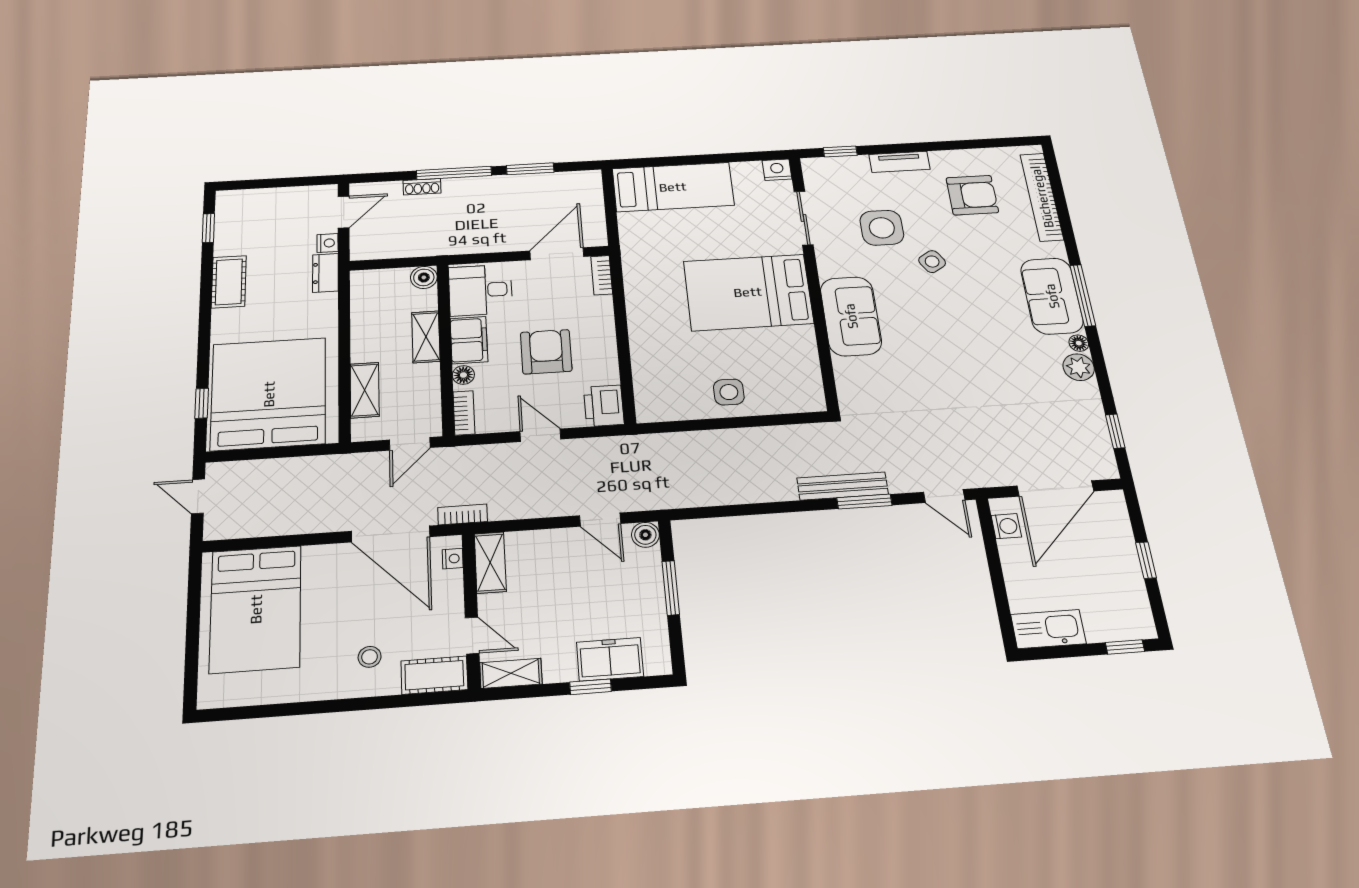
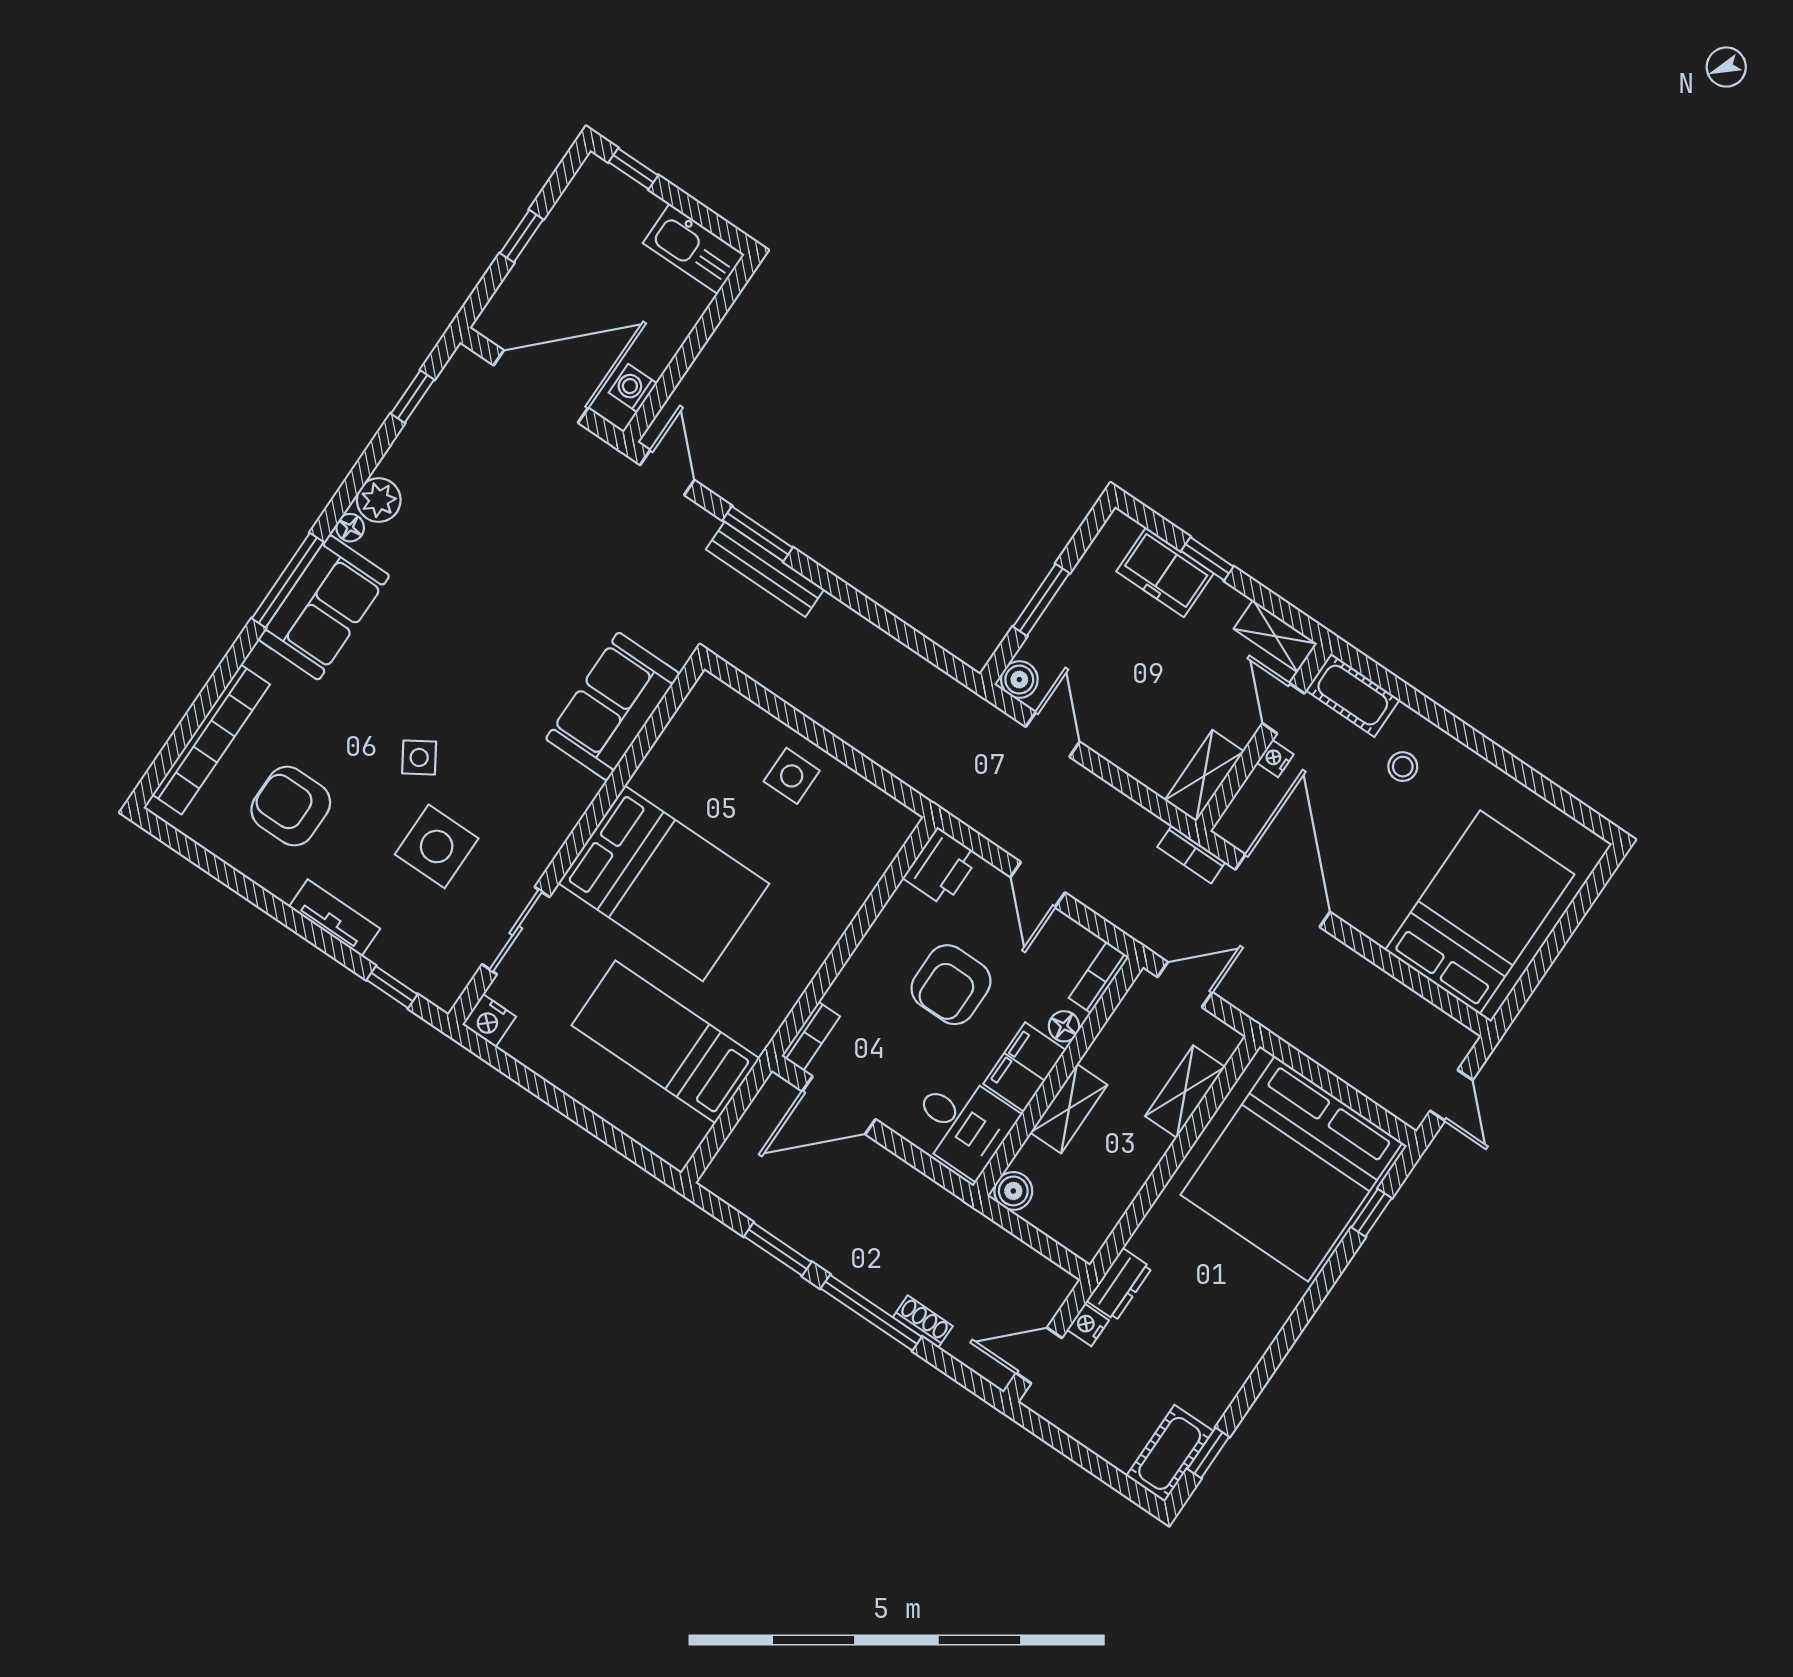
bed: (673, 187) -> (666, 1042), moved
cot: (229, 282) -> (1170, 1453), moved
sofa: (851, 316) -> (613, 706), moved
nightstand: (453, 559) -> (1275, 759), moved

